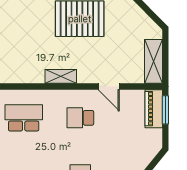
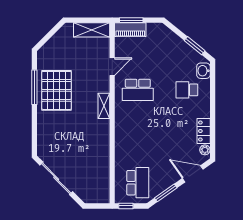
school desk: (24, 118) -> (138, 136), removed
school desk: (80, 118) -> (138, 90), width x1.85

